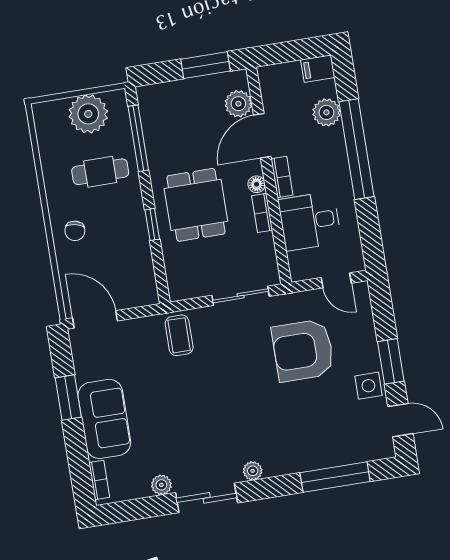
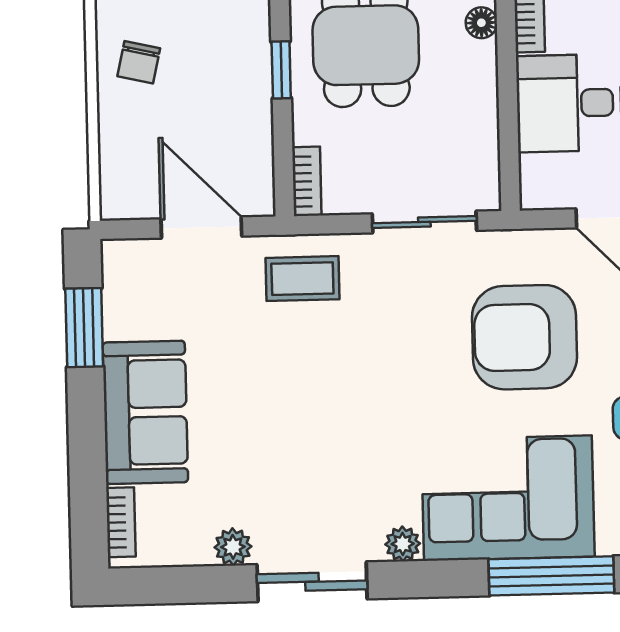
bookcase: (262, 213) -> (307, 181), moved, turned 180
door: (95, 319) -> (201, 227), moved
coffee table: (179, 335) -> (302, 279), turned 90
window: (68, 397) -> (84, 328), moved
corner sofa: (306, 438) -> (508, 498), added

